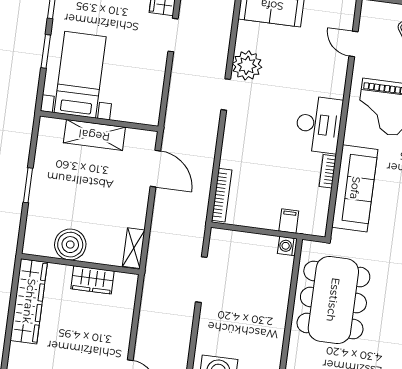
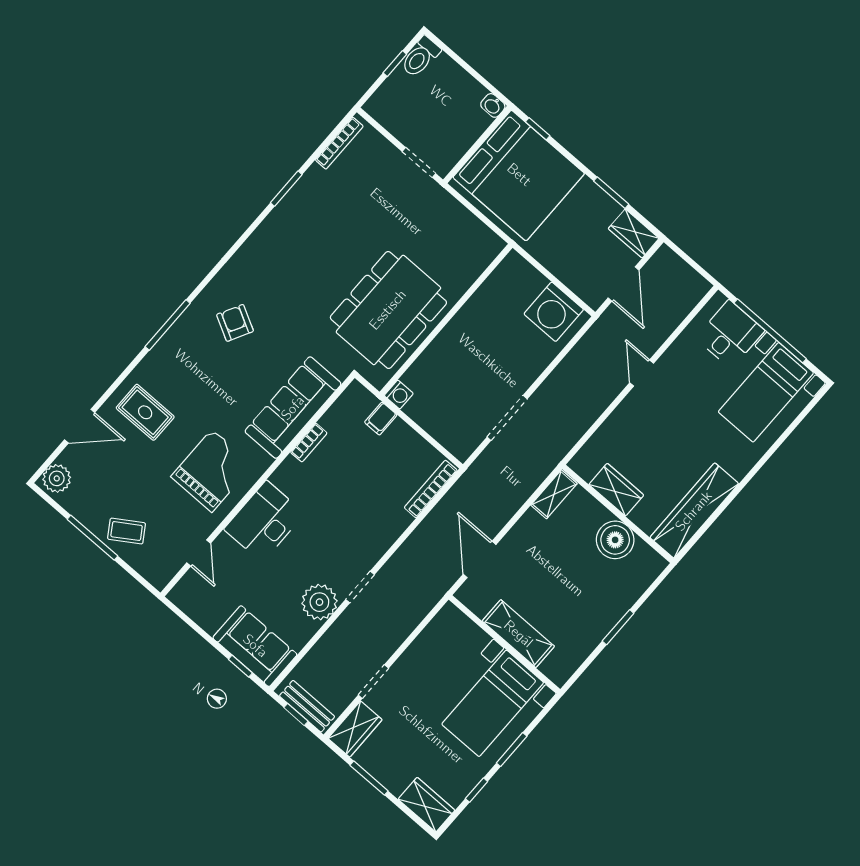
desk: (319, 124) -> (264, 521), moved

